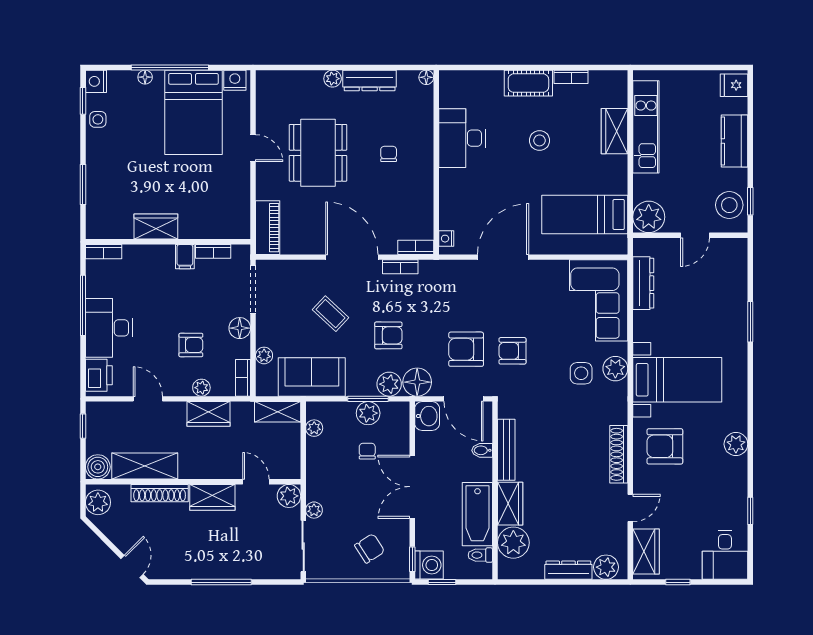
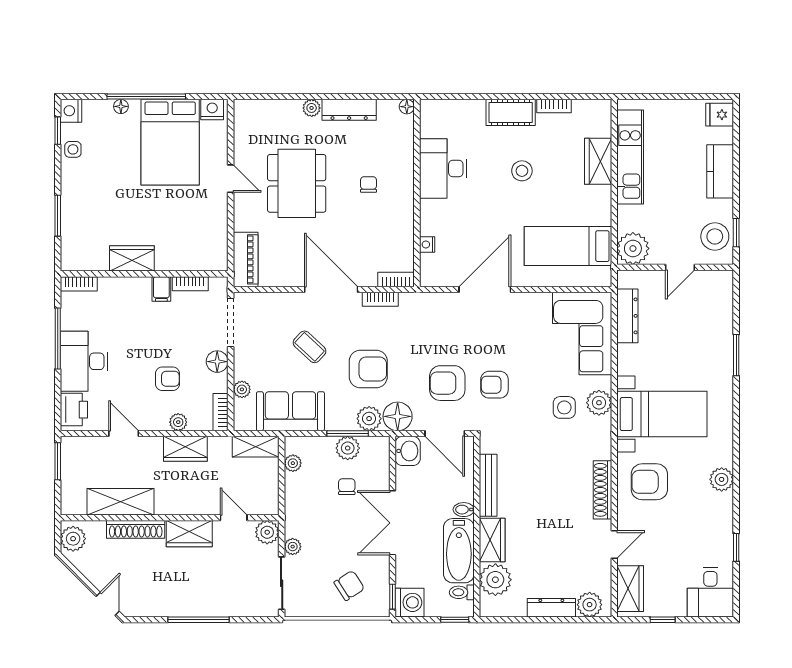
nightstand: (446, 239) -> (427, 244), moved
armchair: (388, 335) -> (368, 369), width x1.38, depth x1.38
window: (83, 426) -> (58, 461), width x1.50
bidet: (482, 450) -> (464, 510), moved
boiler: (98, 467) -> (73, 503), removed
window: (442, 582) -> (455, 620), moved

